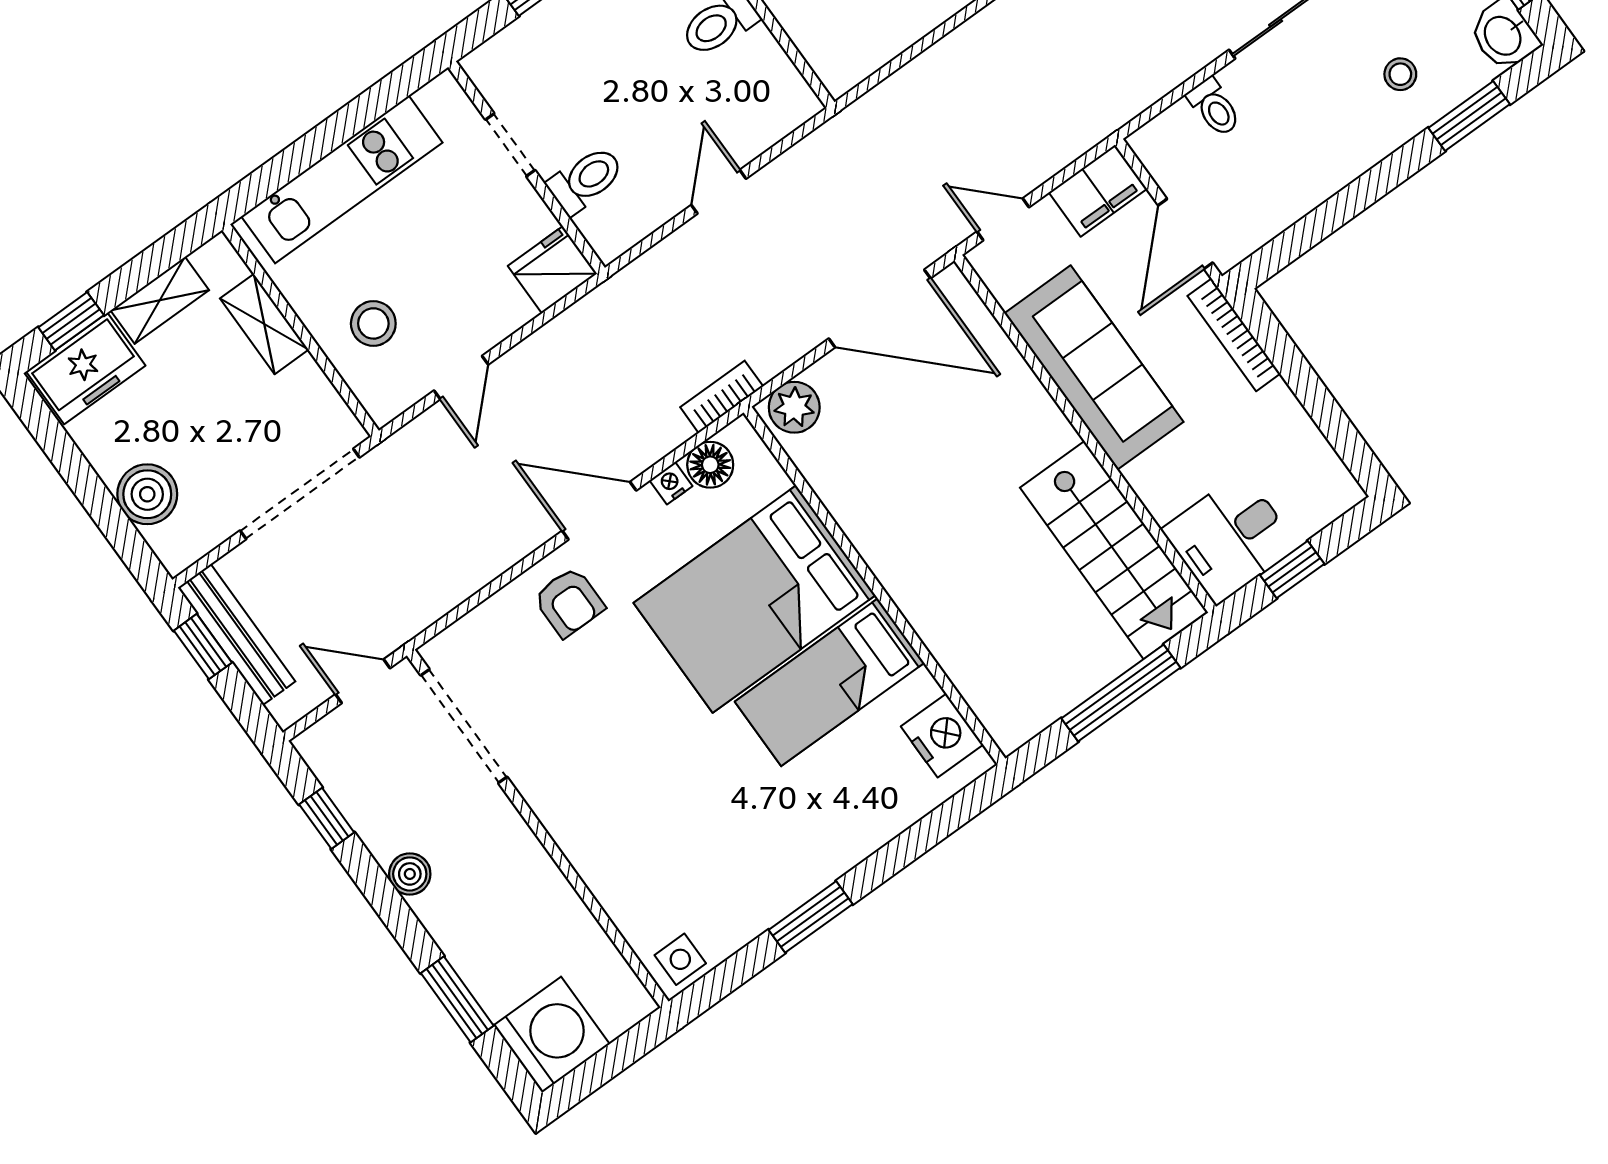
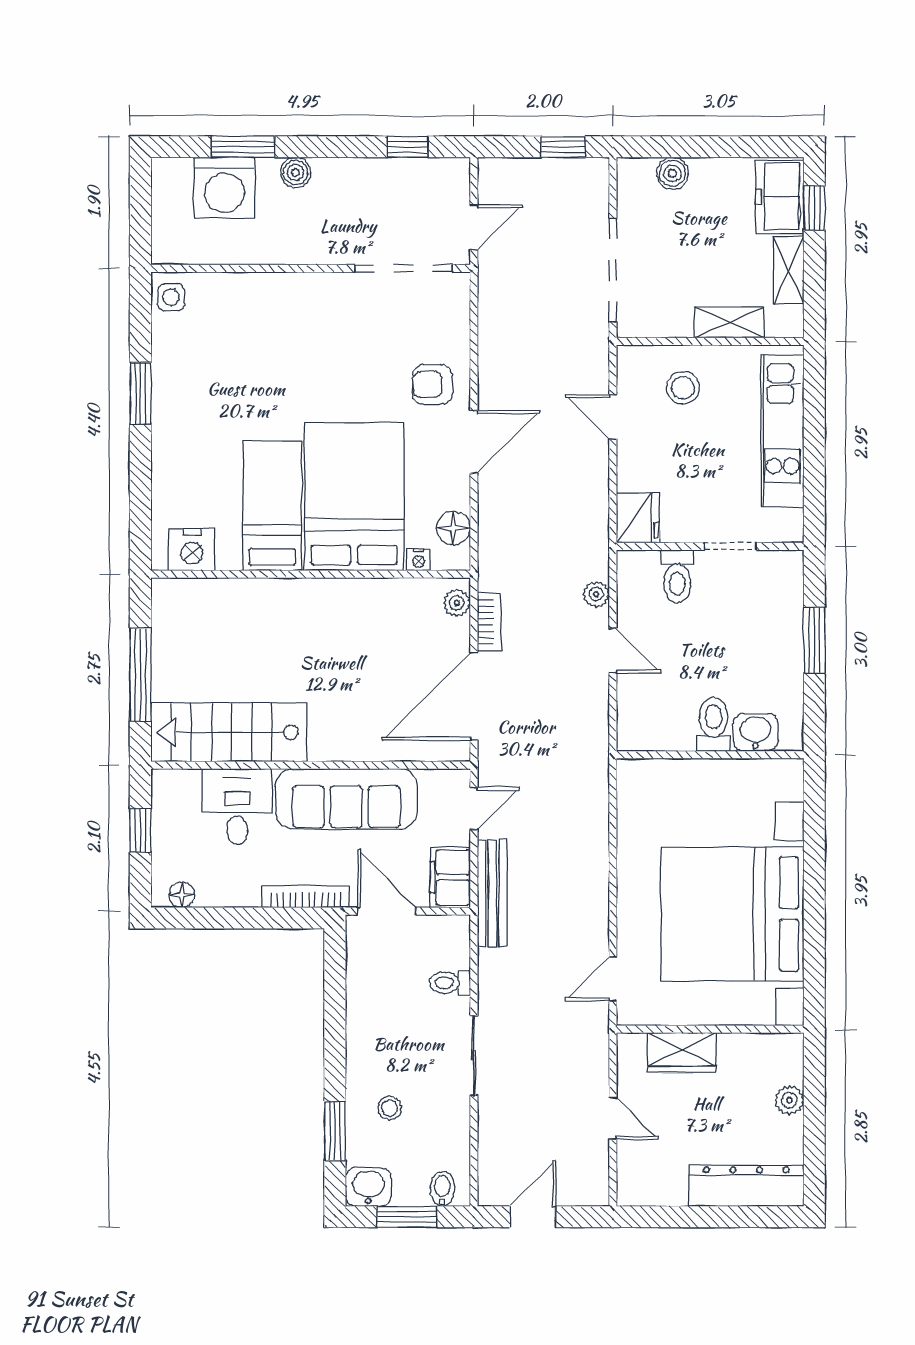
plant: (670, 255) -> (596, 594), added
bookcase: (722, 397) -> (489, 622), moved
plant: (794, 407) -> (457, 603), width x0.73, depth x0.73
floor lamp: (1330, 472) -> (182, 895), added
nightstand: (671, 483) -> (419, 560), moved, turned 90
boiler: (147, 494) -> (672, 173), width x0.73, depth x0.73
desk: (1230, 538) -> (237, 807), moved
bench: (237, 635) -> (492, 893), moved, turned 90
boiler: (410, 874) -> (296, 172), moved
washing machine: (552, 1035) -> (224, 188), moved

